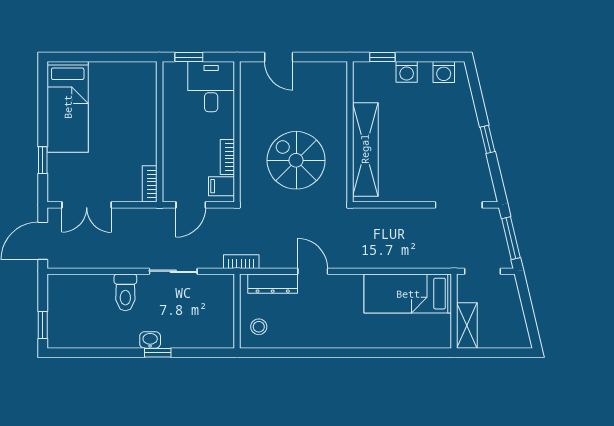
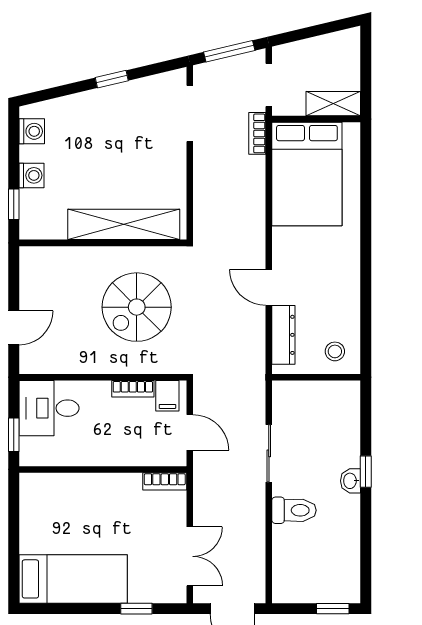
bookcase: (241, 262) -> (257, 133), moved
door: (313, 271) -> (269, 287), hinge flipped
bed: (408, 294) -> (307, 174), width x1.50

